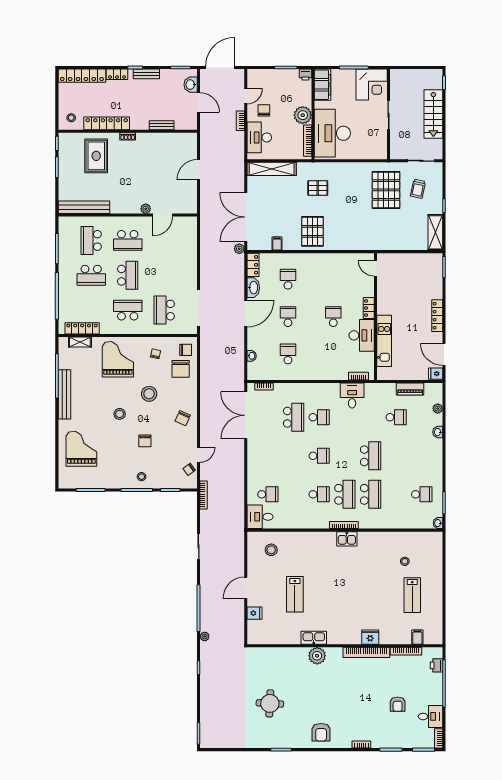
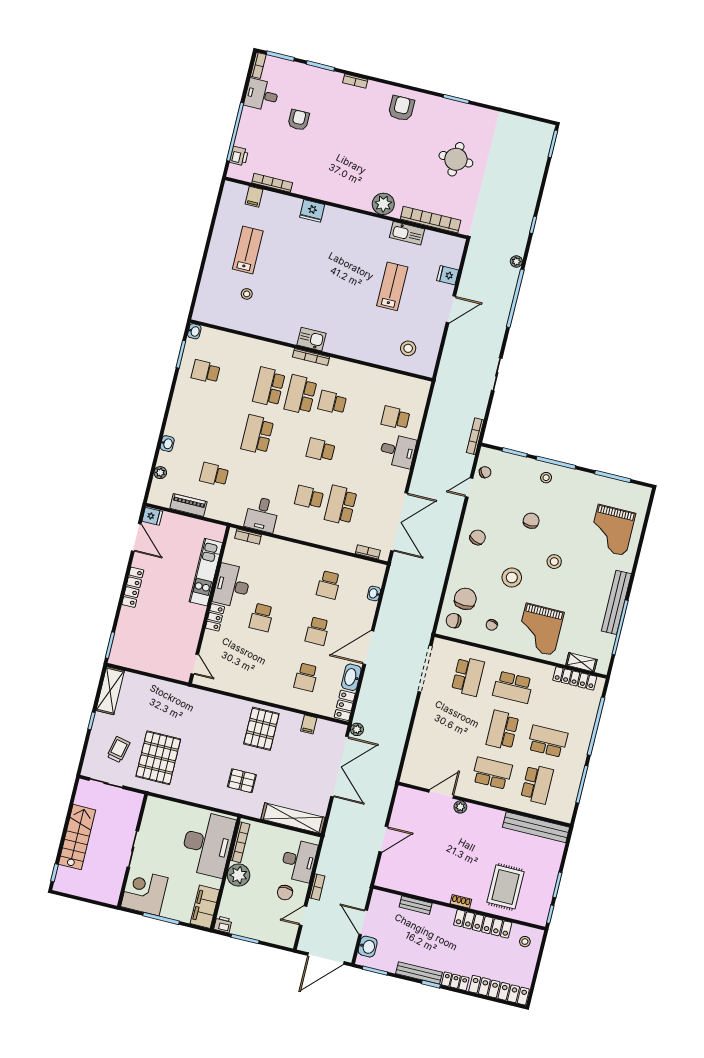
bench: (146, 74) -> (419, 973), width x1.36
desk: (260, 517) -> (398, 451), moved
kitchen sink: (314, 638) -> (407, 233), moved
bookcase: (366, 652) -> (431, 220), moved

